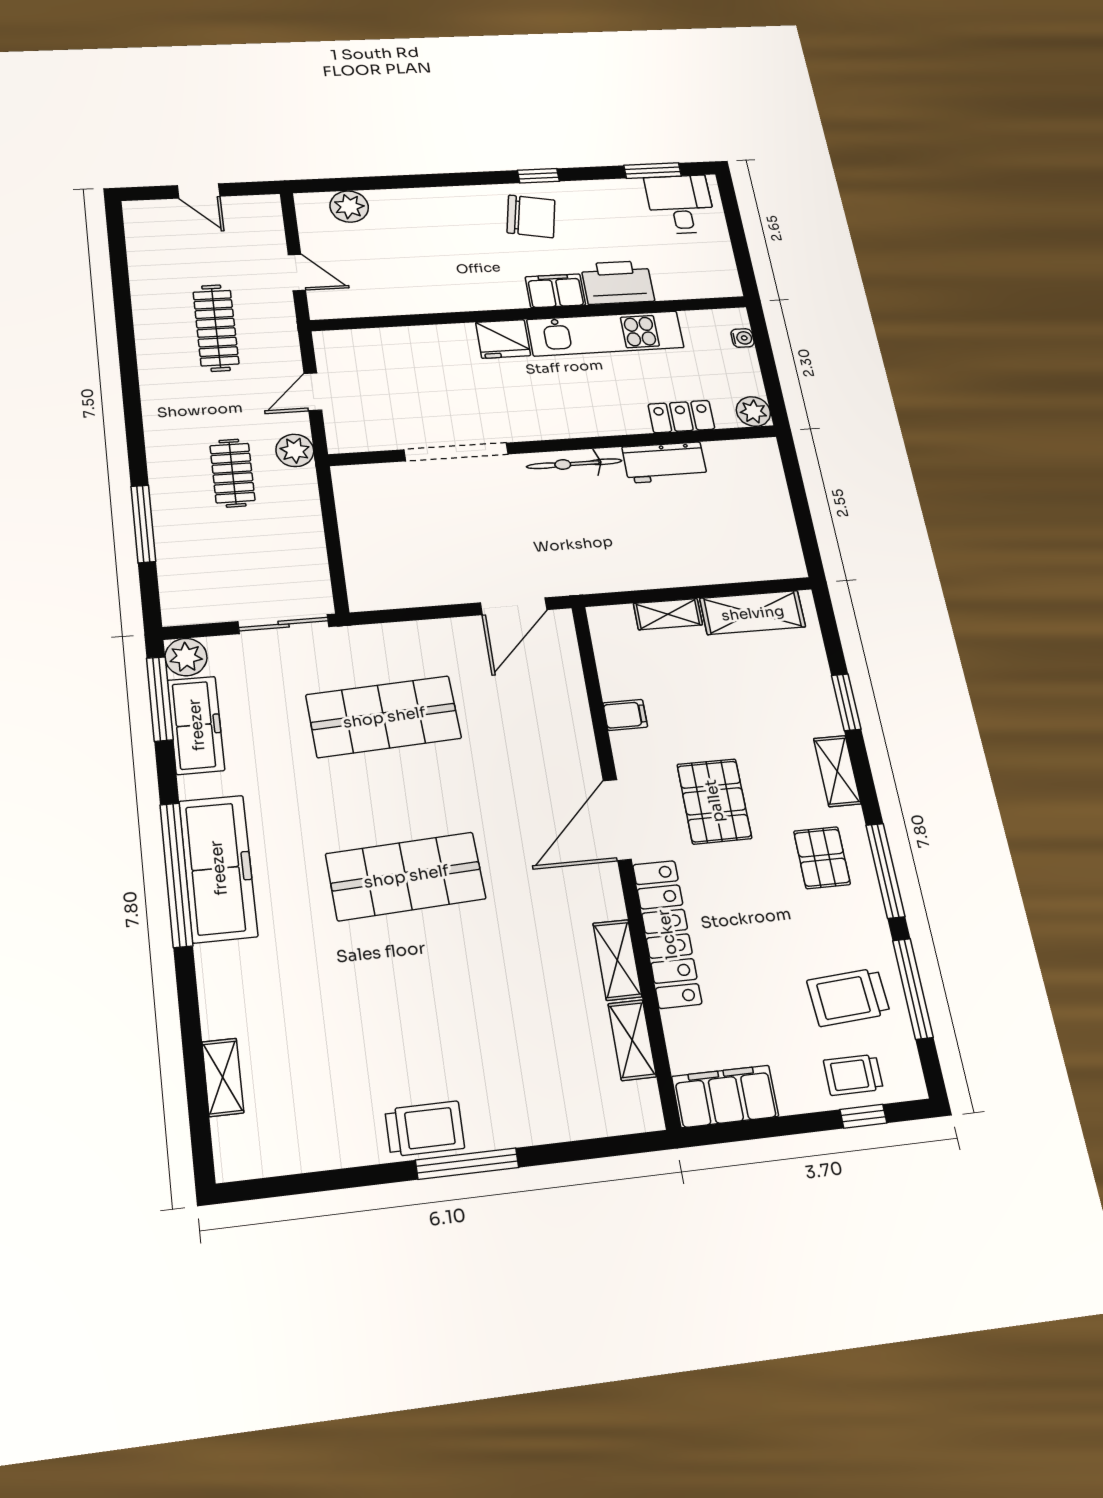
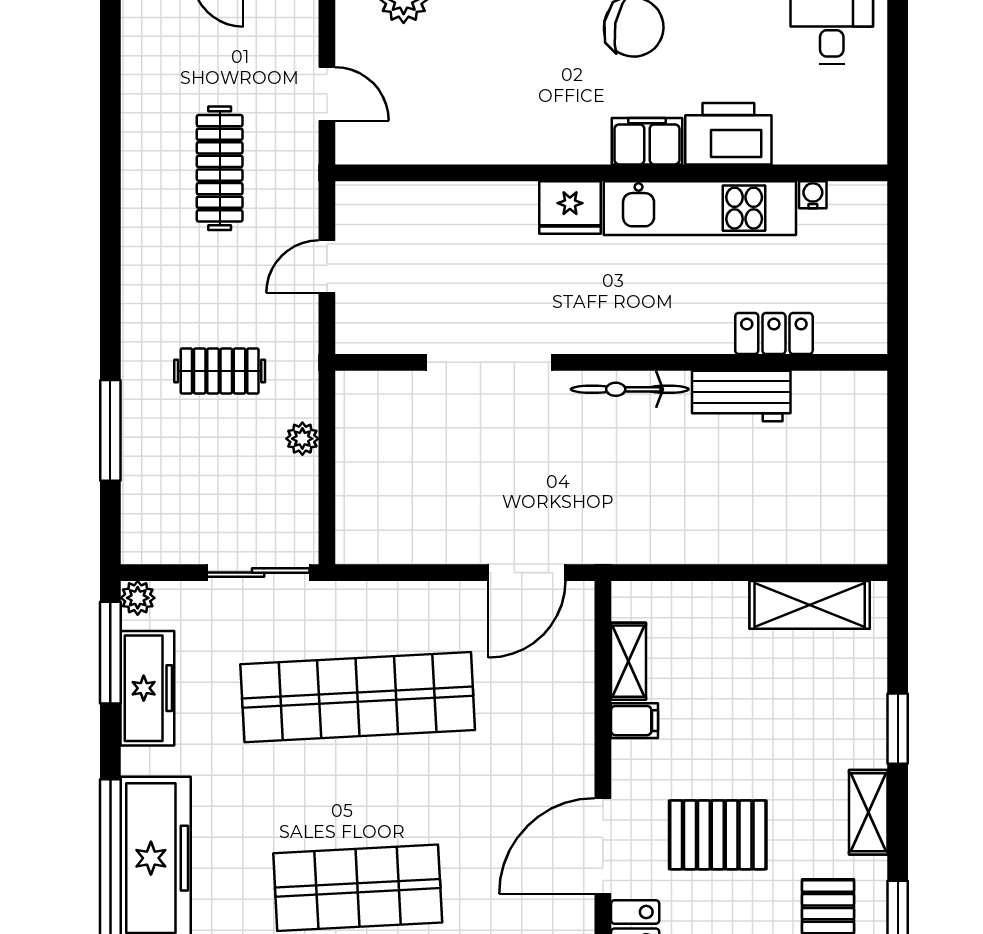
water cooler: (743, 338) -> (813, 195), moved, turned -90
plant: (753, 412) -> (866, 333), removed
plant: (295, 450) -> (302, 439), moved, width x0.73, depth x0.73
clothes rail: (232, 473) -> (220, 371), turned 90
shelving: (668, 614) -> (629, 661), moved, turned 90
plant: (186, 657) -> (138, 598), width x0.73, depth x0.73
shop shelf: (384, 717) -> (358, 697), width x1.40
pallet: (714, 801) -> (718, 835), turned 90

